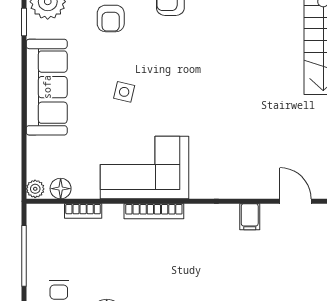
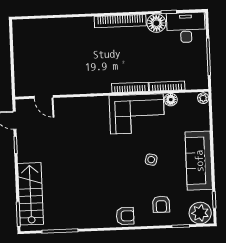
armchair: (111, 18) -> (161, 204), turned 180
floor lamp: (61, 189) -> (171, 100), moved
bookcase: (83, 211) -> (167, 86), width x1.56
filing cabinet: (250, 217) -> (71, 86), removed

